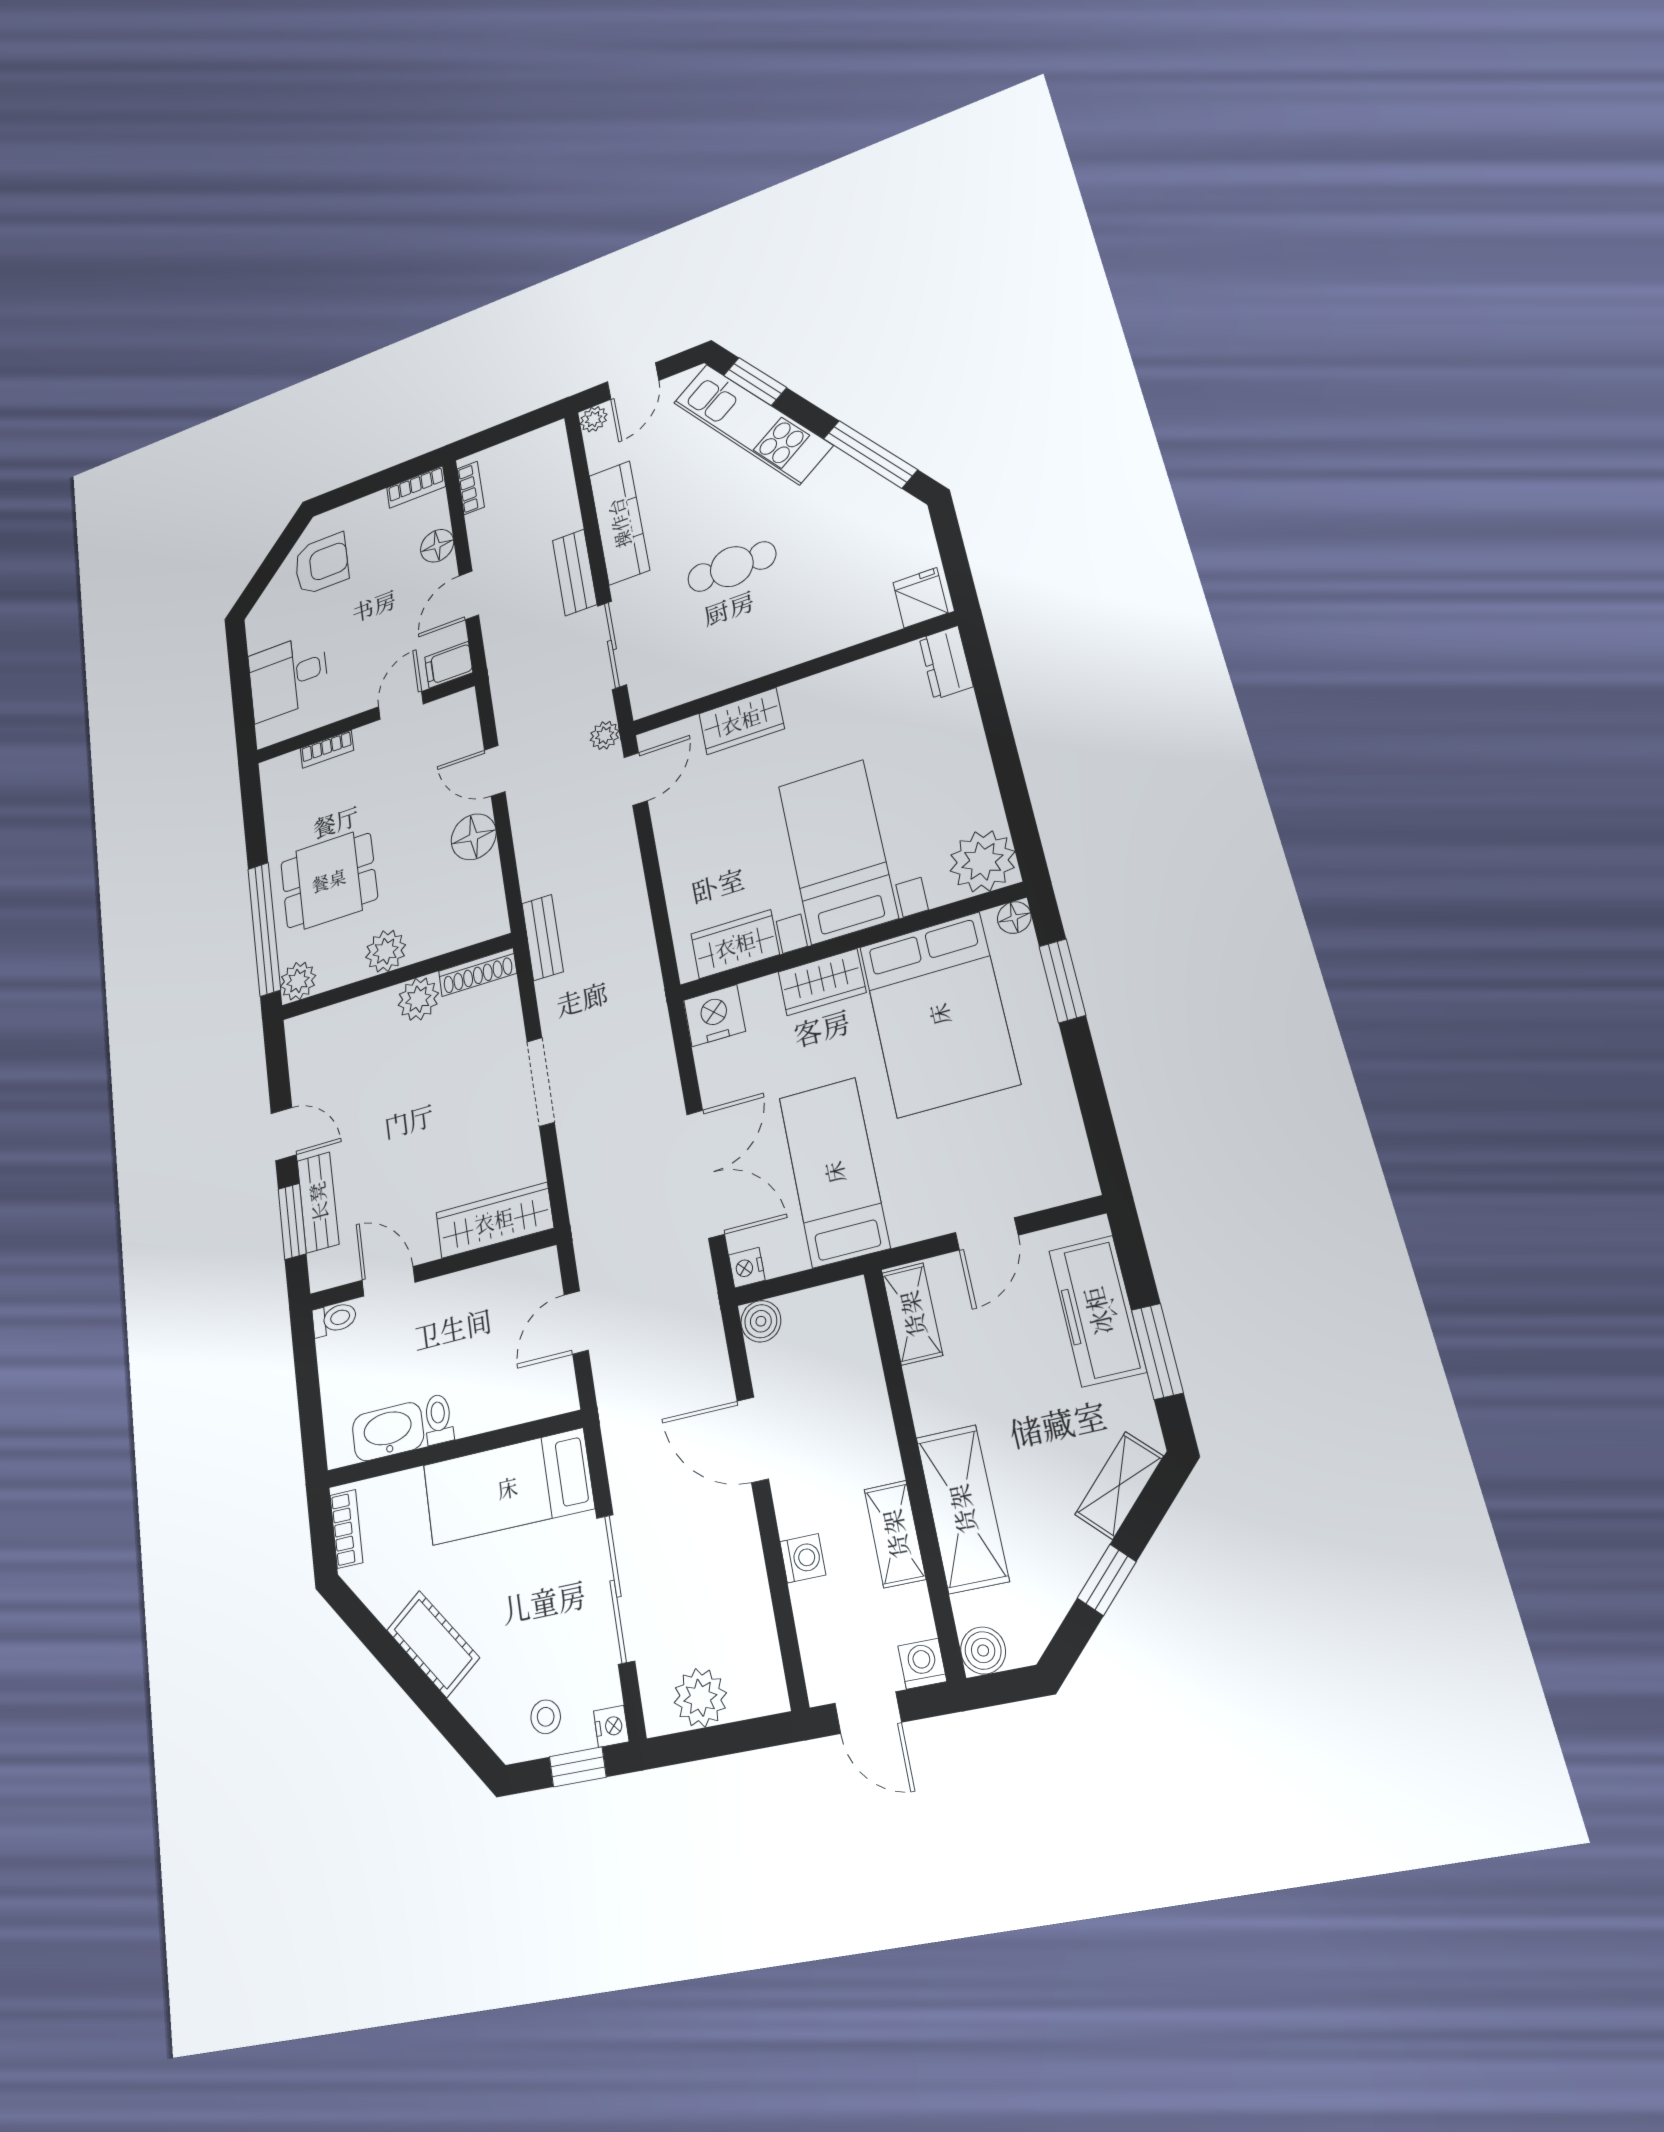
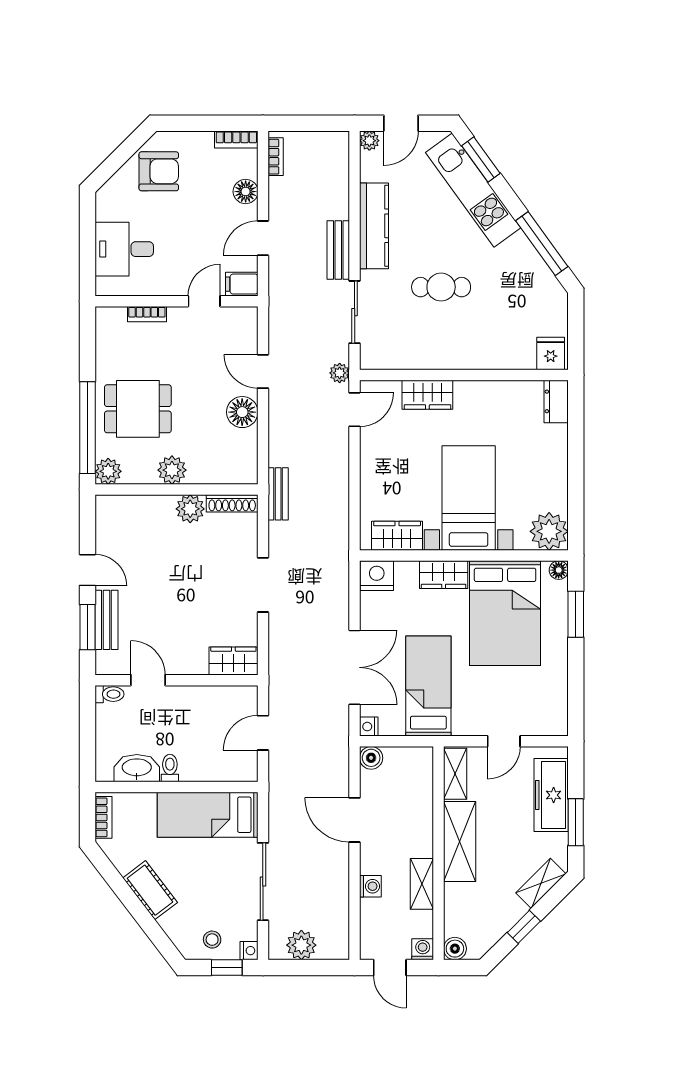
wardrobe: (494, 1220) -> (233, 661), width x0.67
shelving: (962, 1509) -> (460, 842), moved

